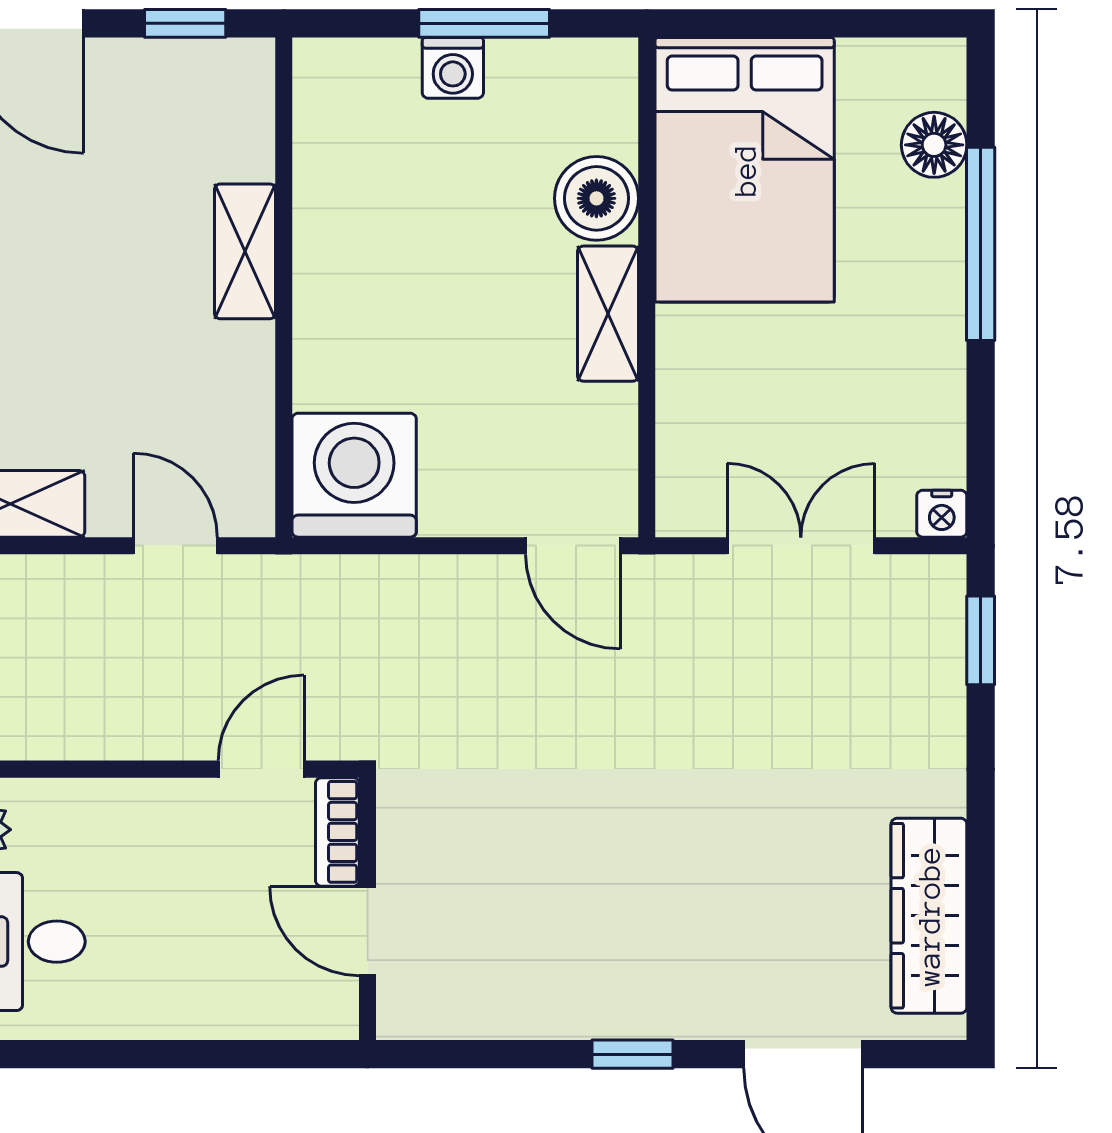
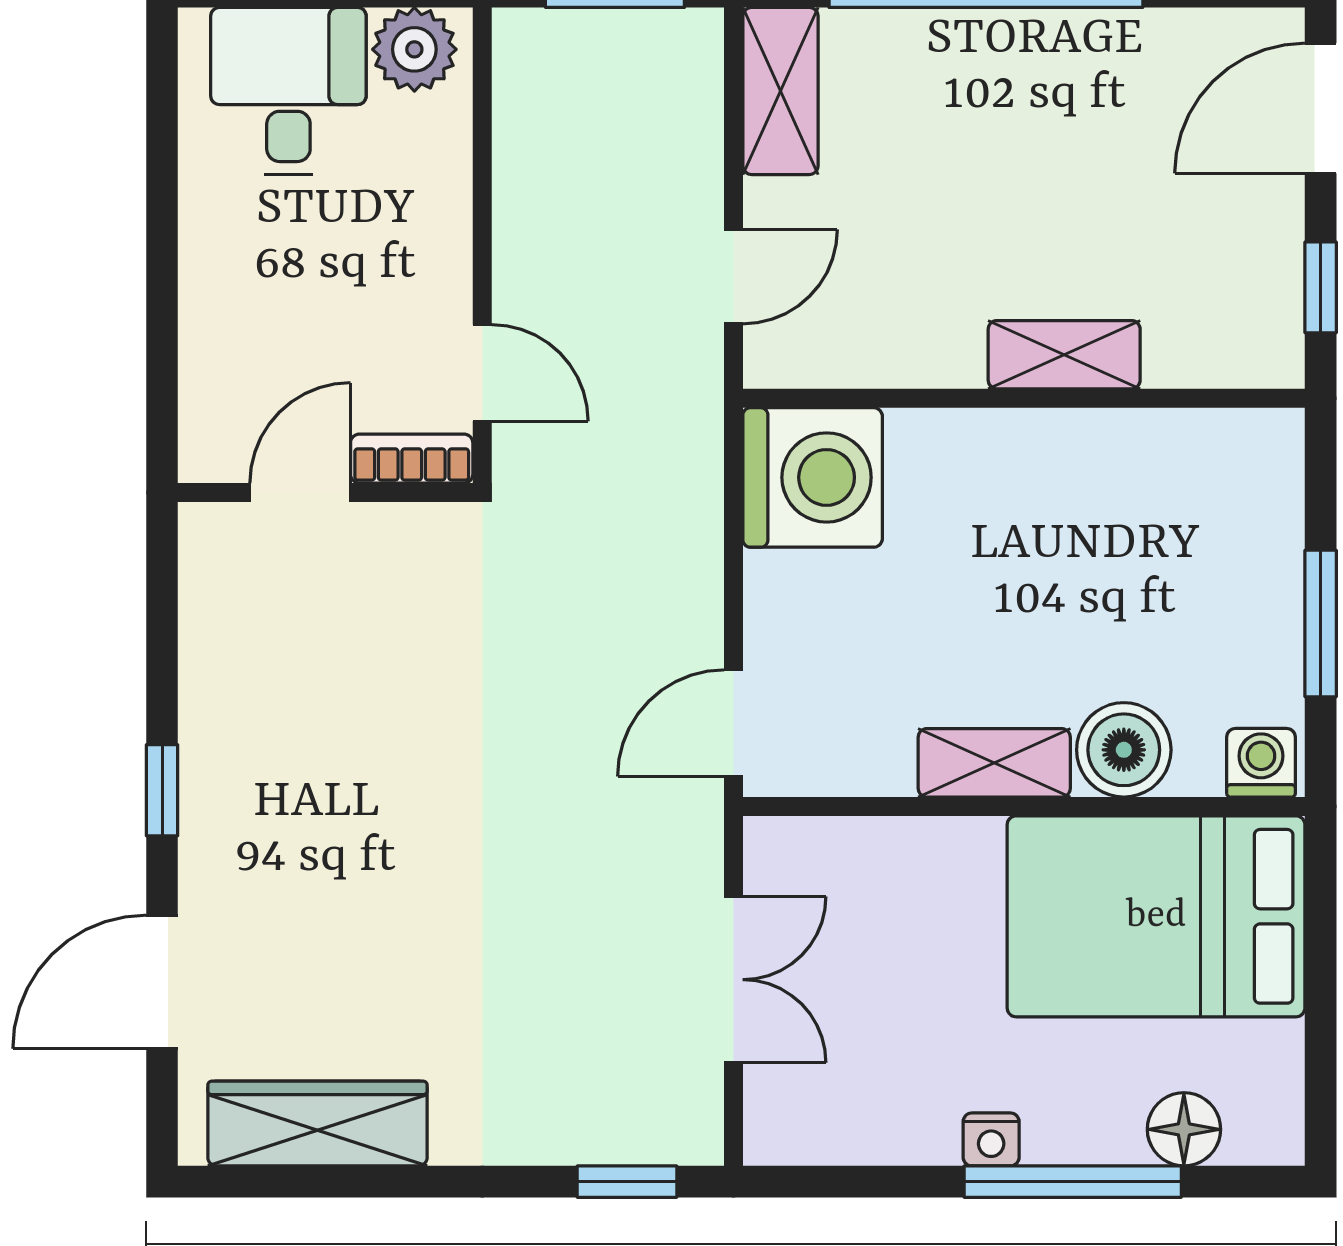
washing machine: (453, 68) -> (1261, 763), moved, turned 90
nightstand: (942, 514) -> (991, 1139), moved, turned -90

